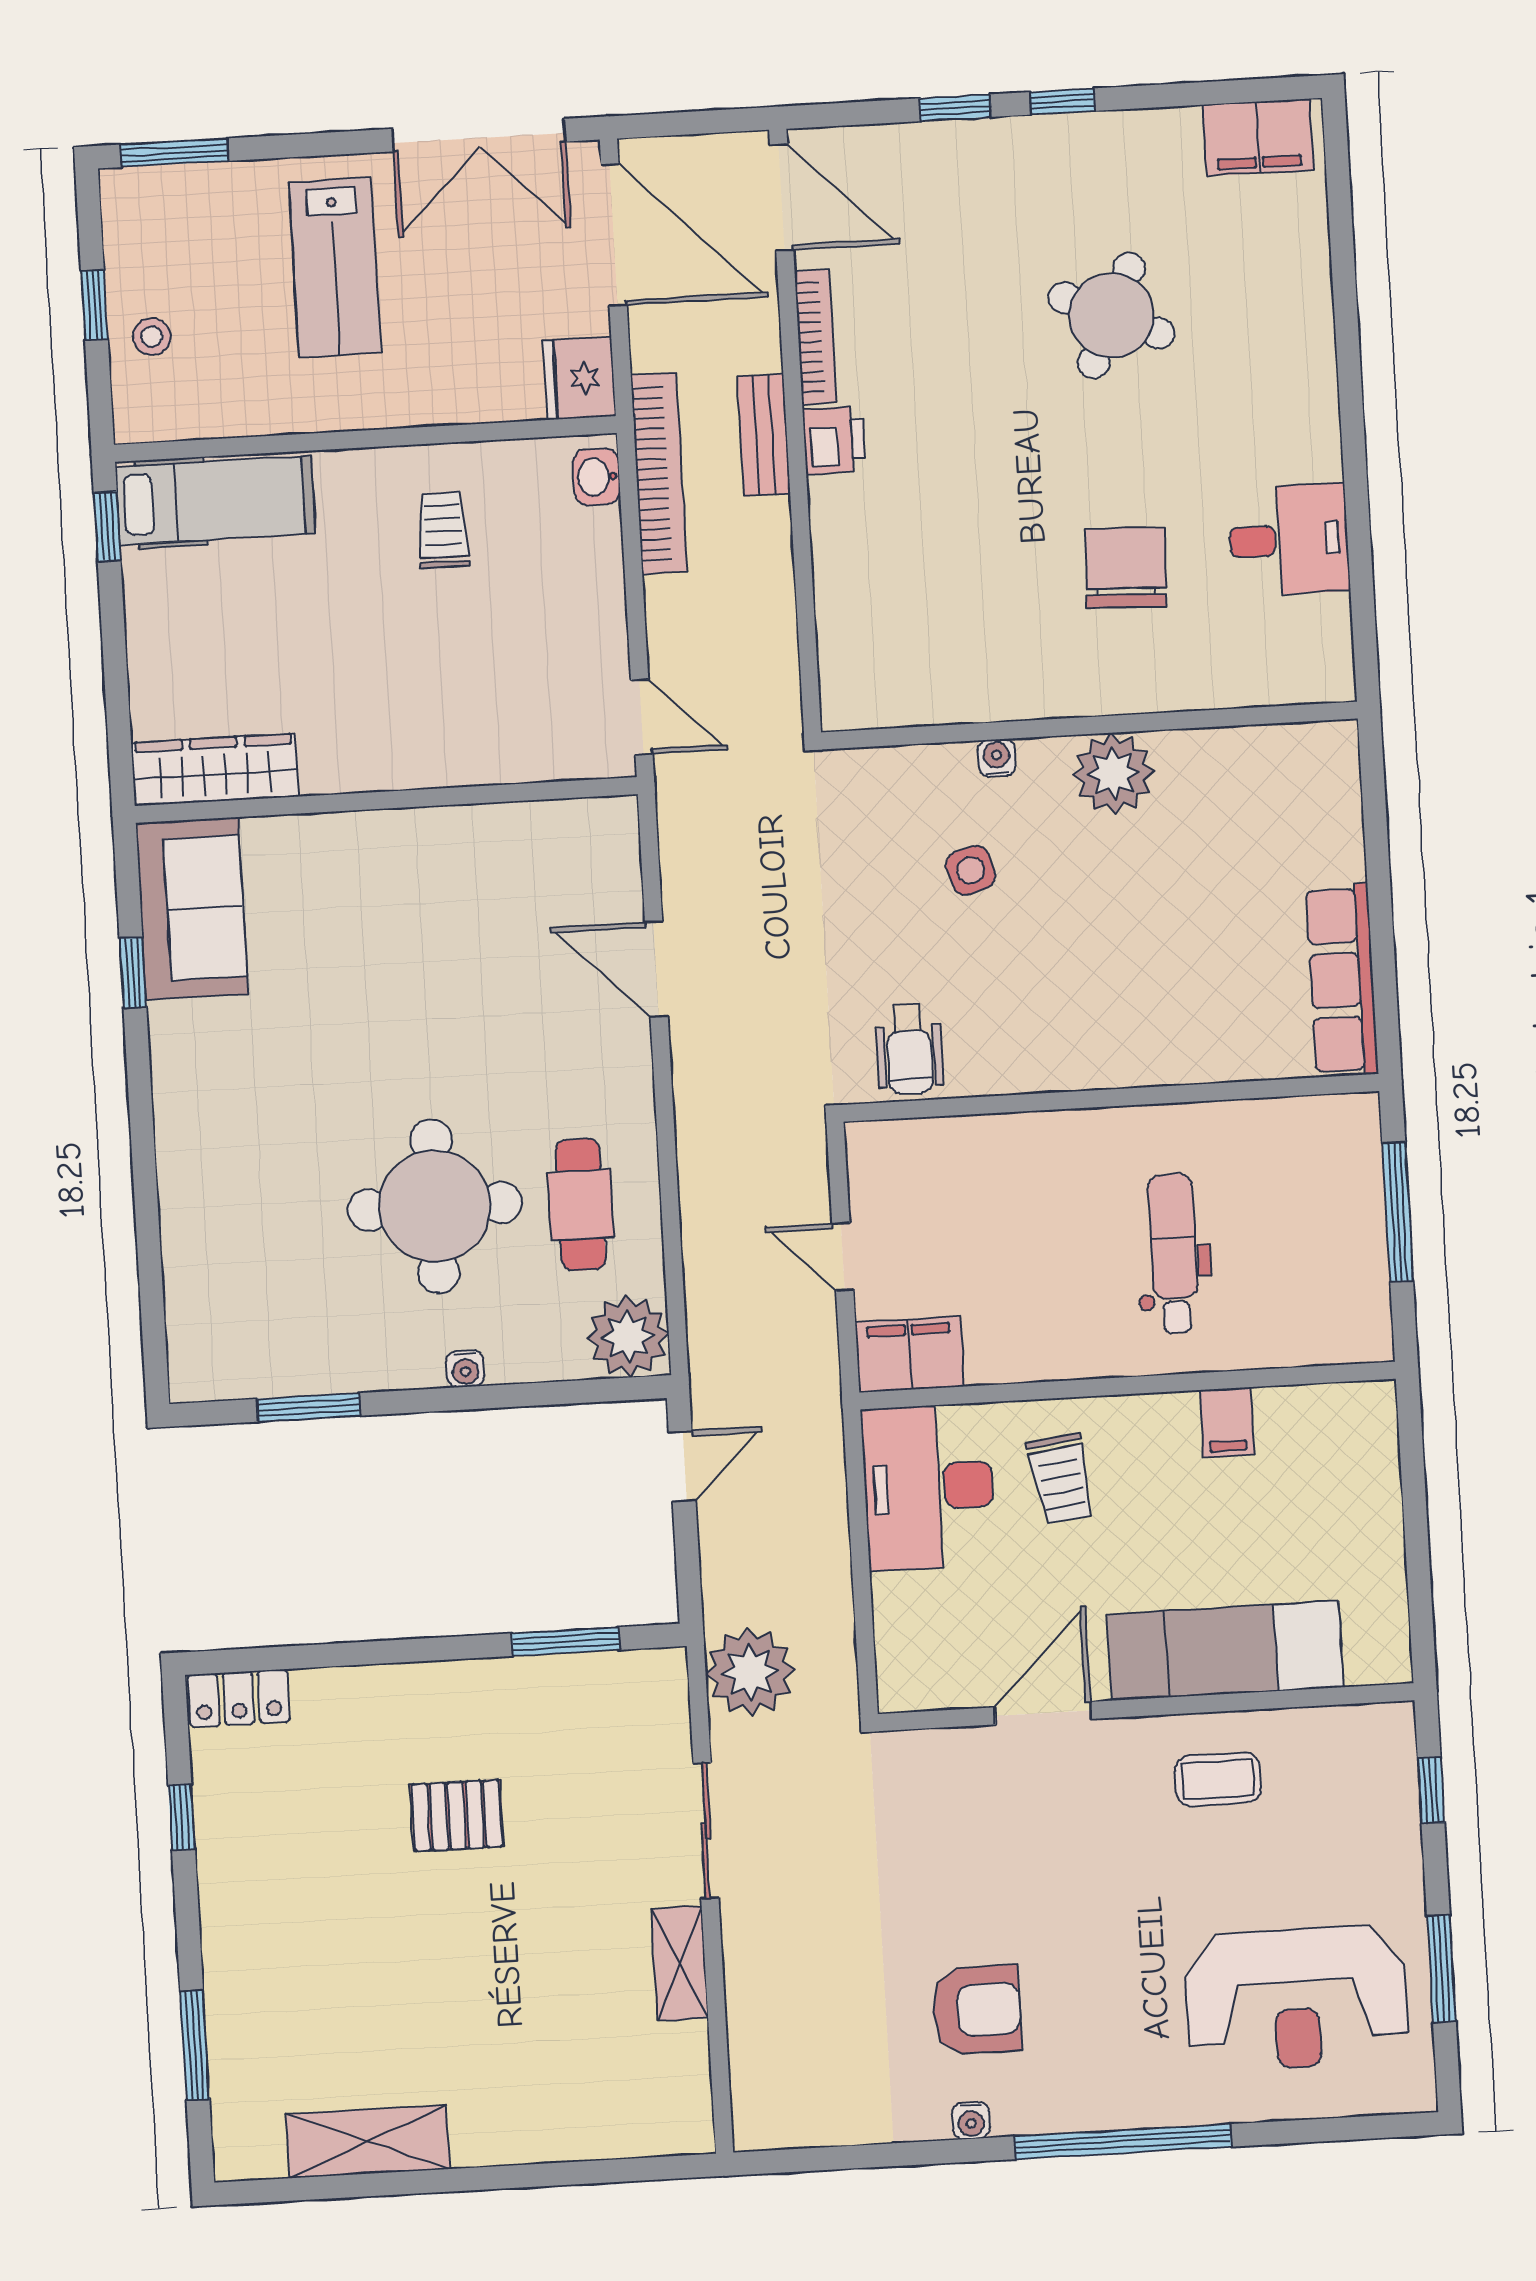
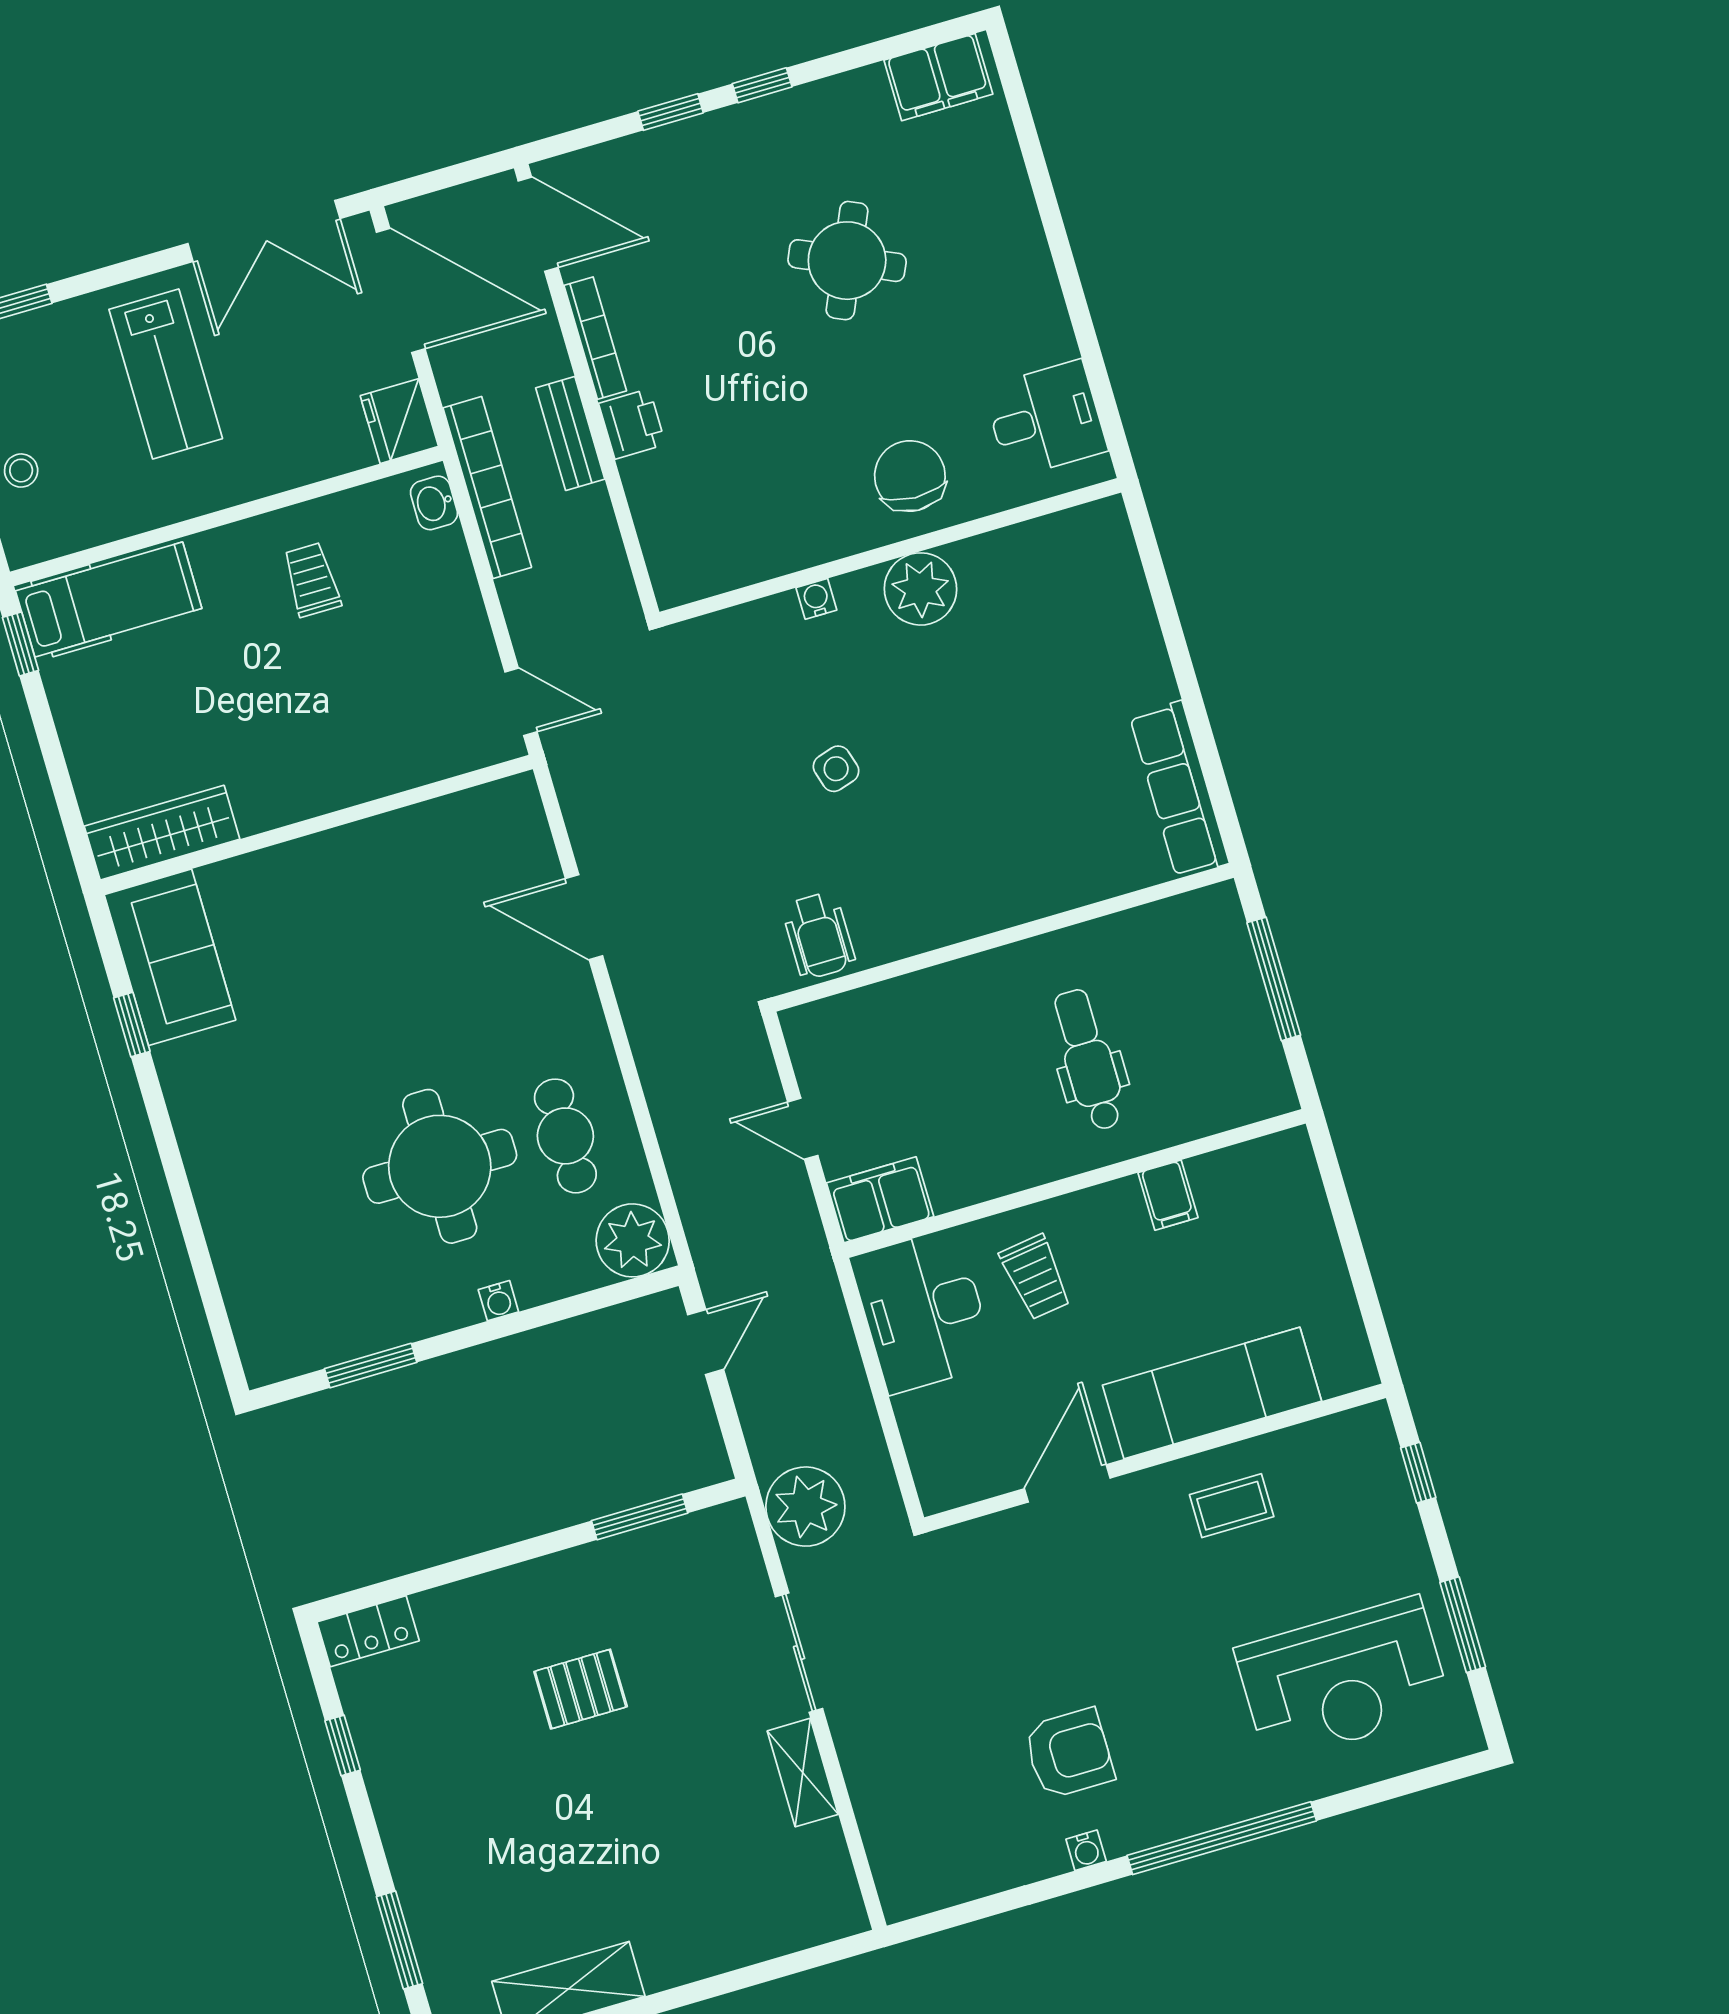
wall: (1089, 725) -> (890, 552), moved
water cooler: (997, 758) -> (816, 599), moved
plant: (1113, 773) -> (920, 589), moved

